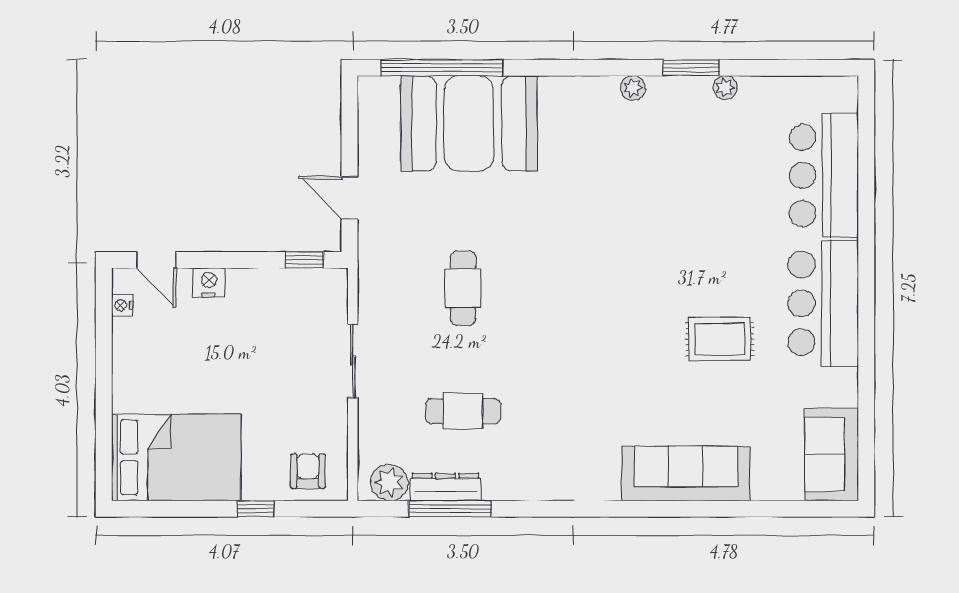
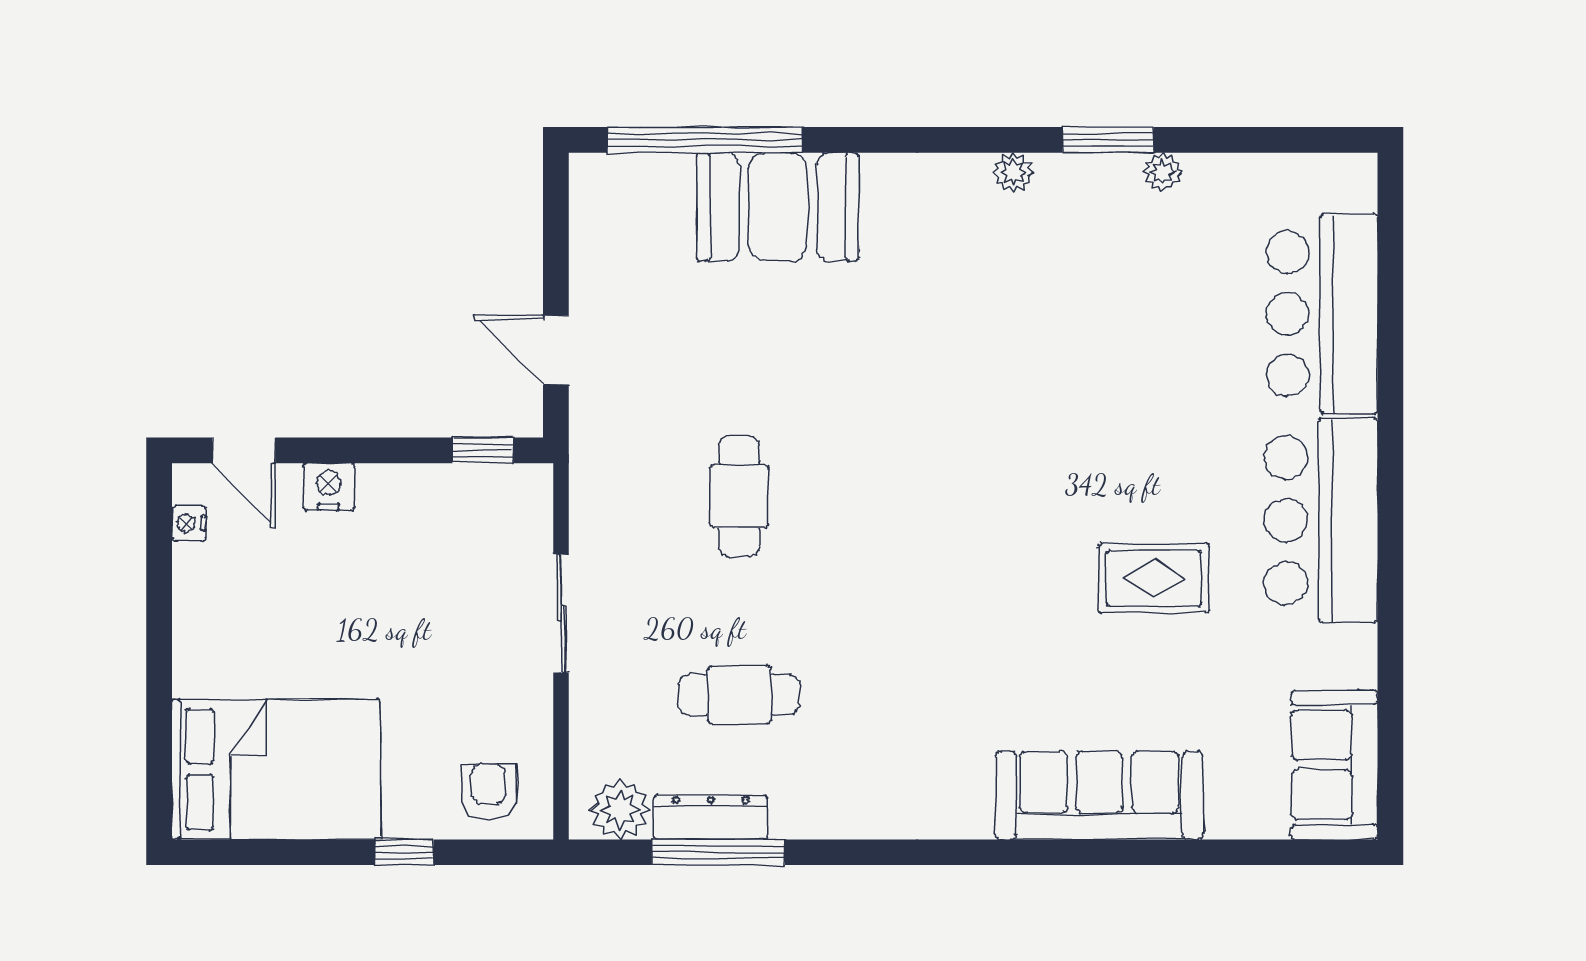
booth: (469, 123) -> (778, 207), width x0.73, depth x0.70

